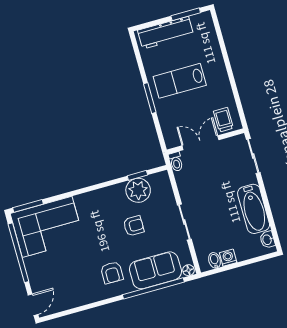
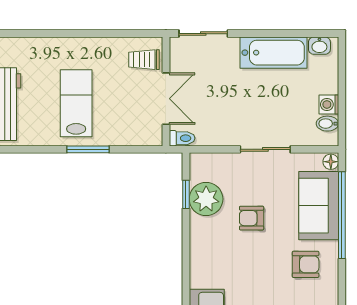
lab bench: (180, 81) -> (76, 103), turned 180
double door: (200, 143) -> (166, 99), swing flipped
armchair: (134, 226) -> (252, 218), turned -90

